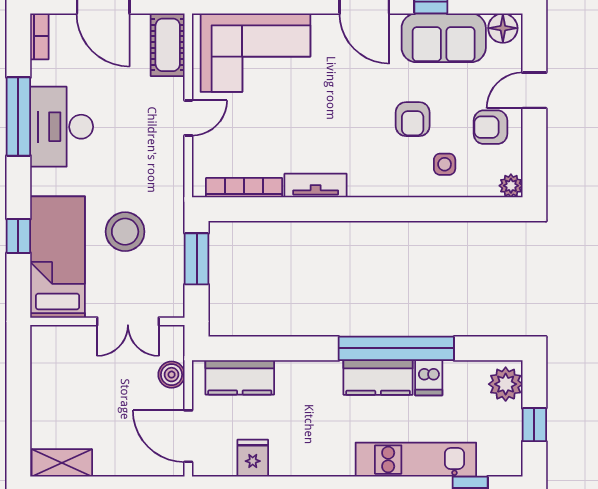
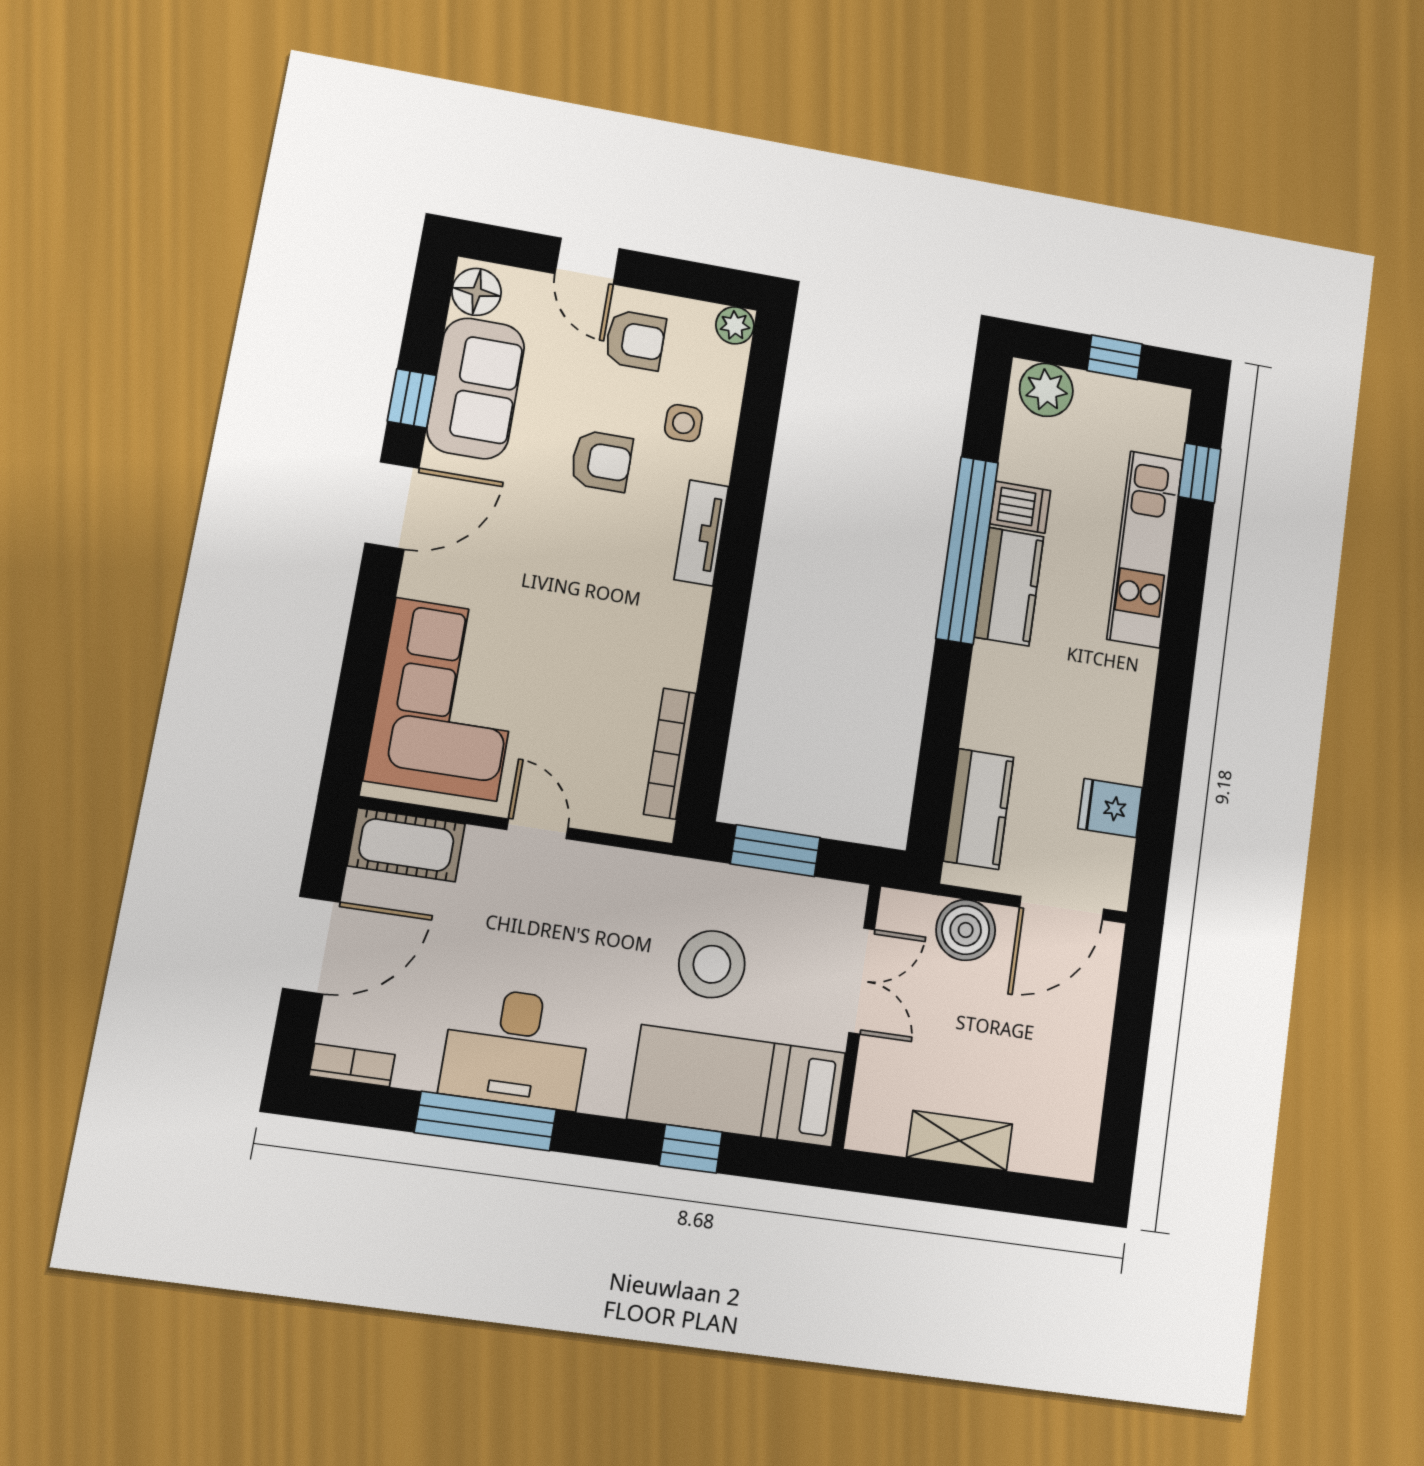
armchair: (491, 127) -> (635, 340), turned -90
tv unit: (316, 186) -> (701, 533), moved
boiler: (172, 375) -> (966, 930), width x1.36, depth x1.36
shelving: (62, 463) -> (960, 1141), moved, turned 90

